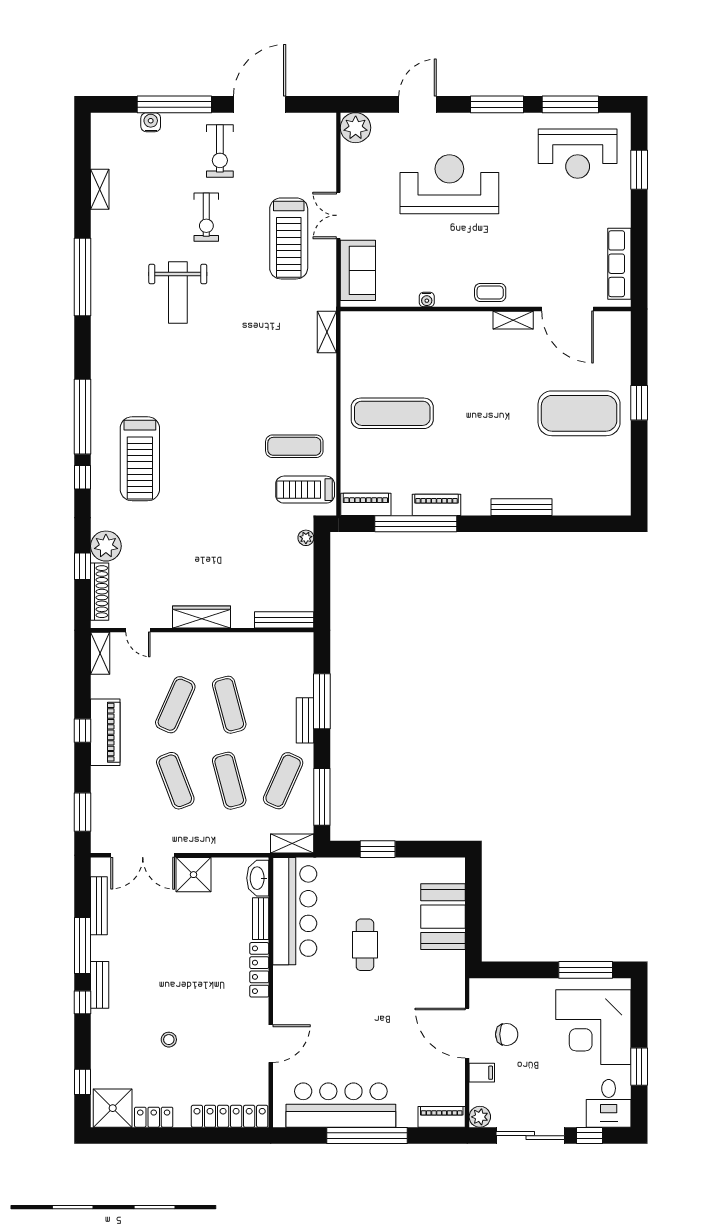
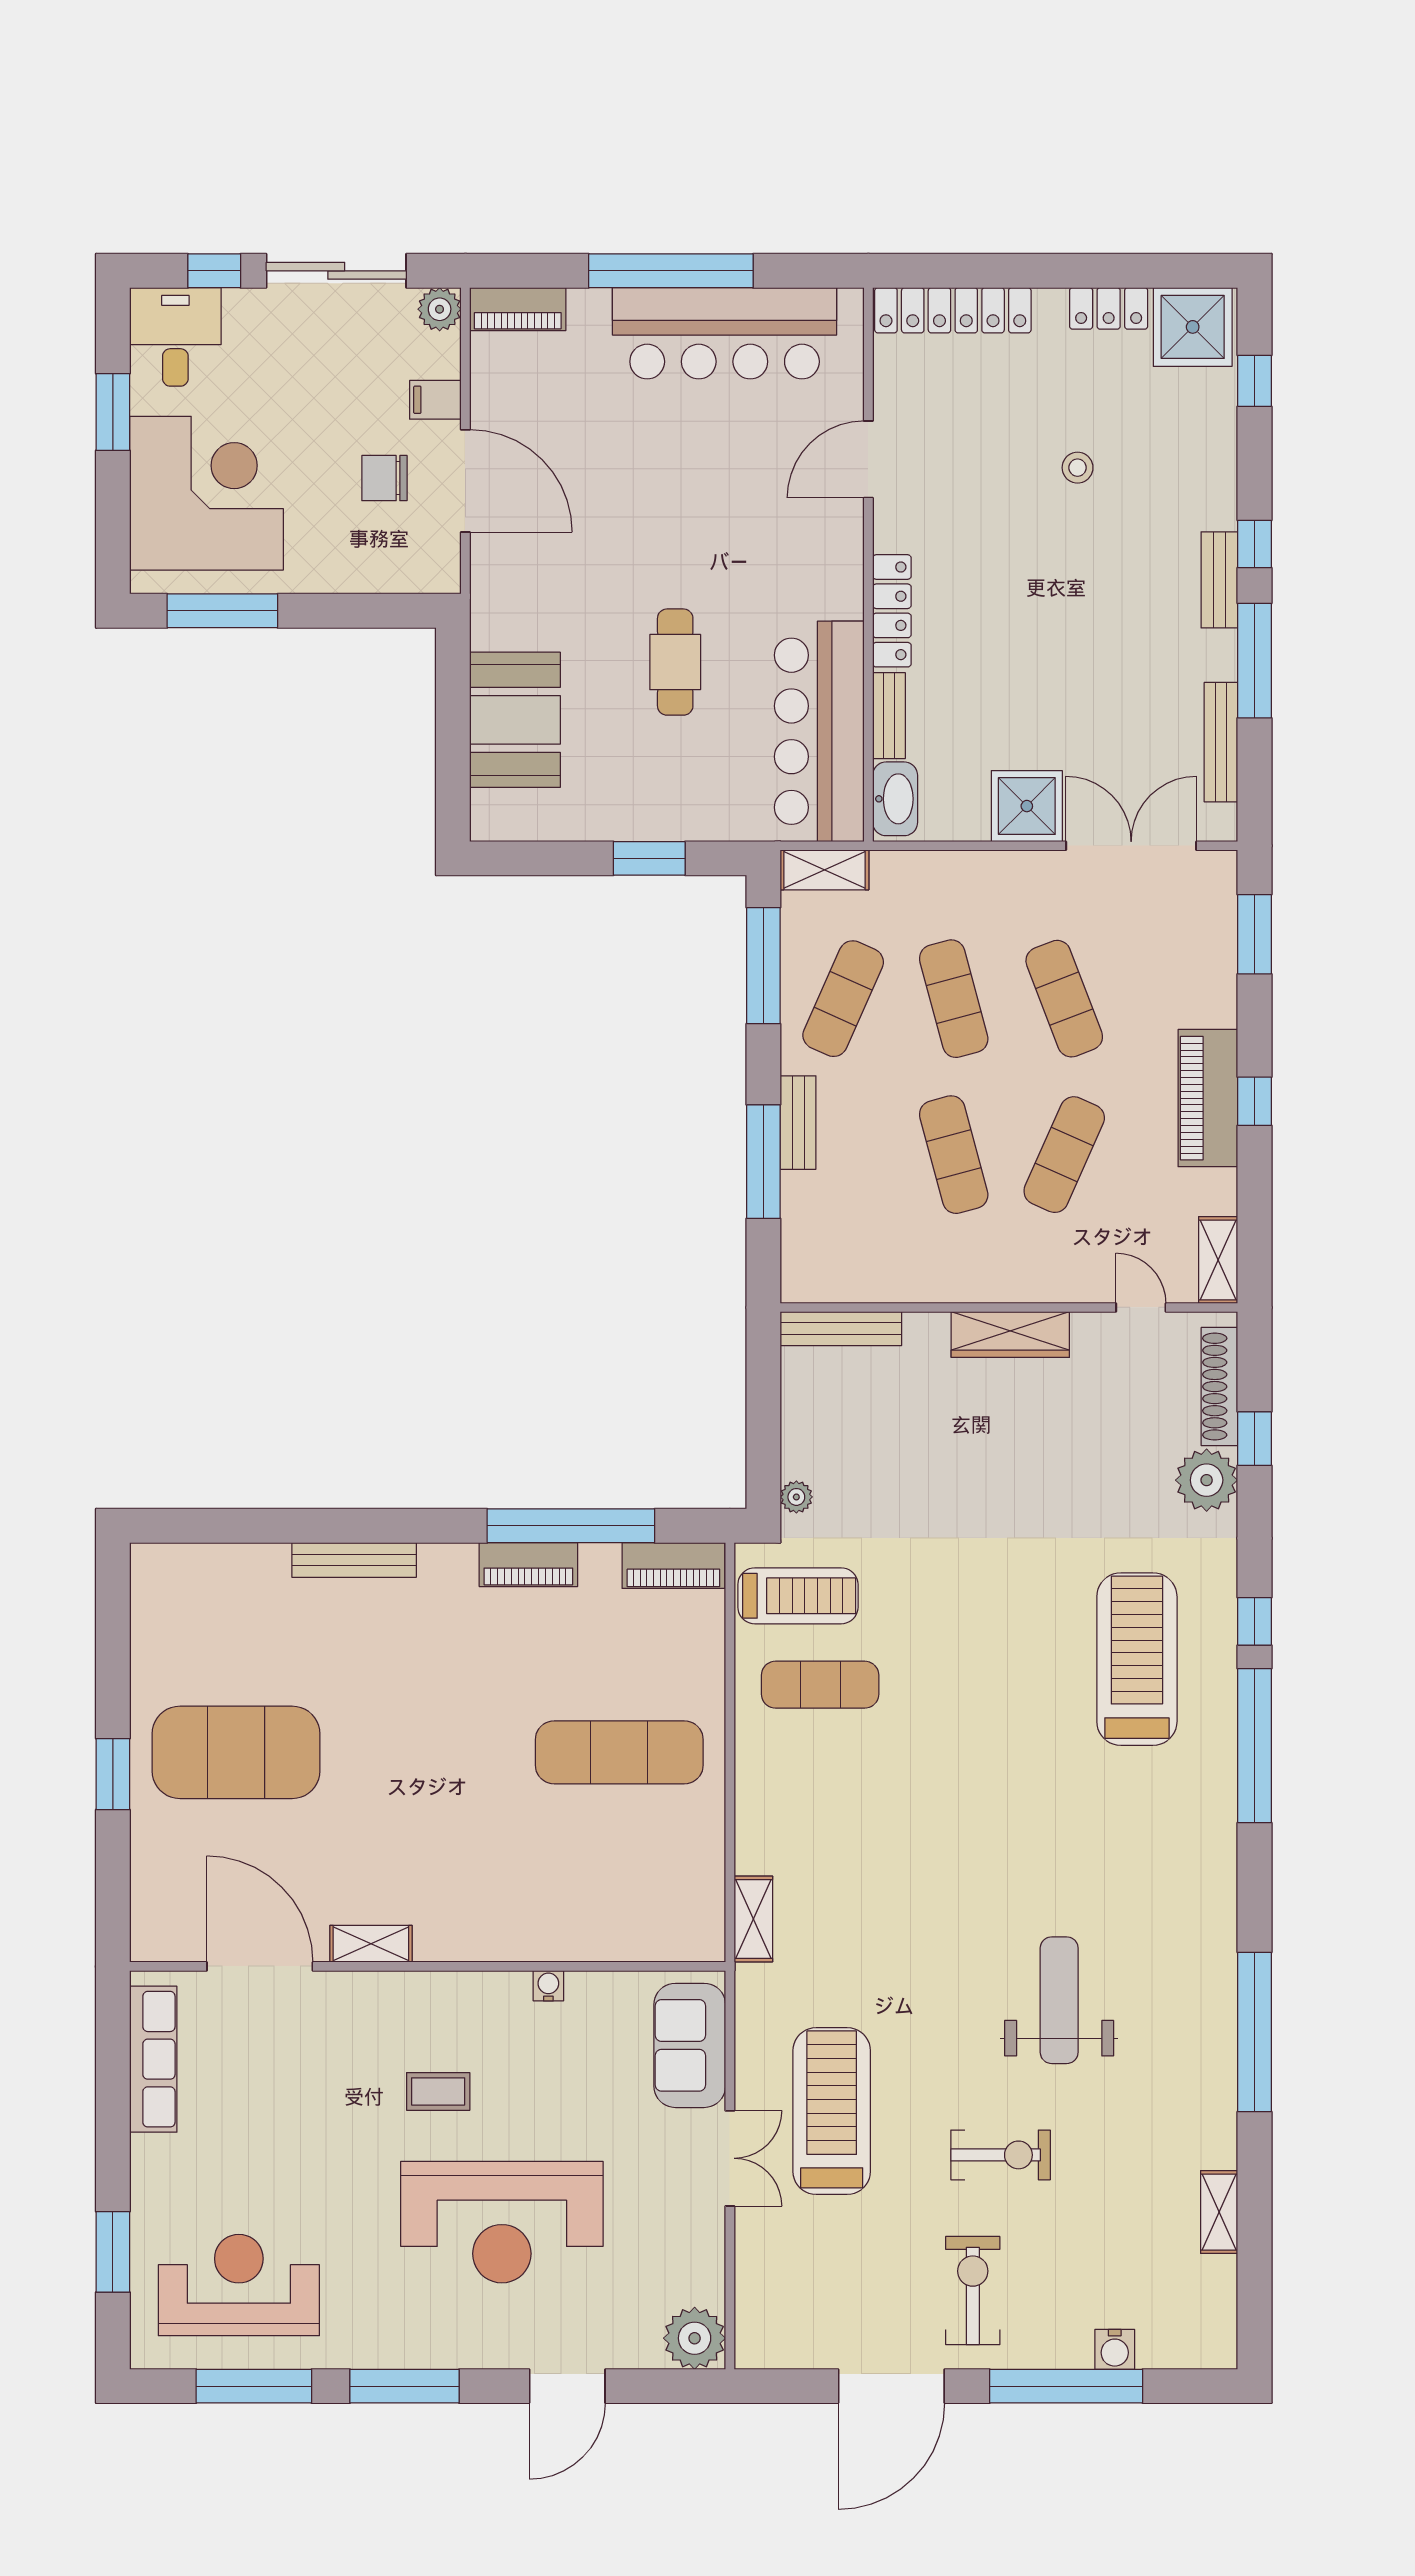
exercise bike: (206, 217) -> (1001, 2155), turned 90
coffee table: (490, 292) -> (438, 2091), moved

